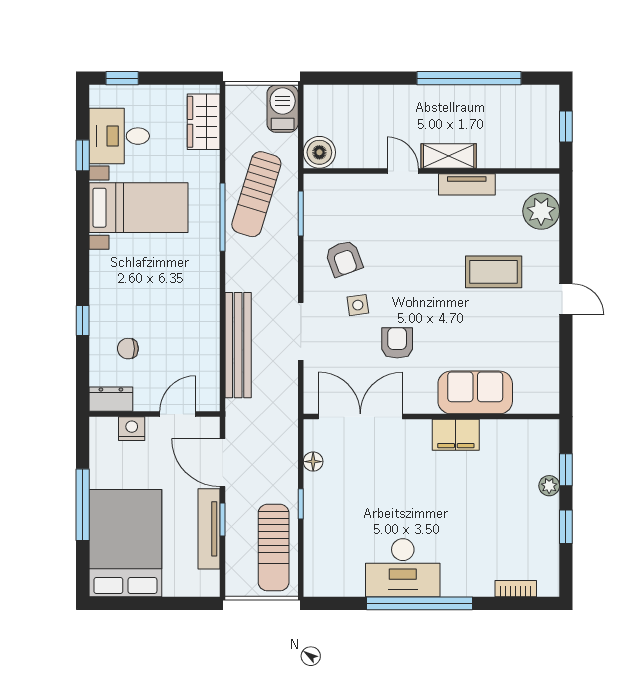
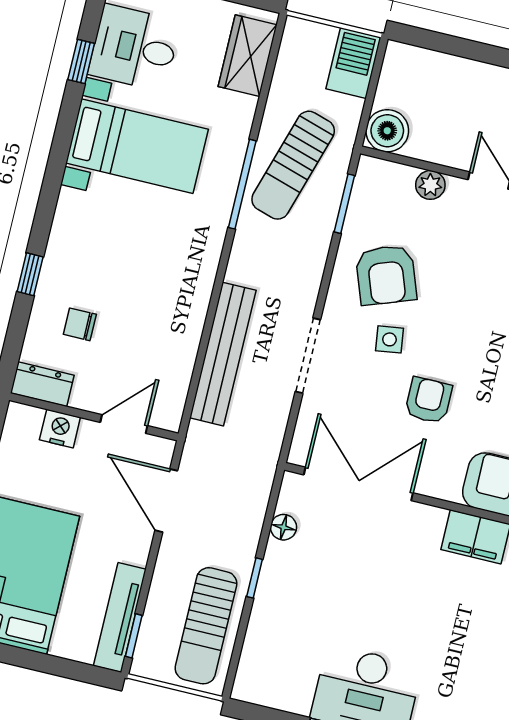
plant: (361, 185) -> (430, 185), added
armchair: (344, 258) -> (386, 275), width x1.38, depth x1.38
window: (222, 519) -> (134, 636), moved
tv unit: (209, 529) -> (120, 618), moved

